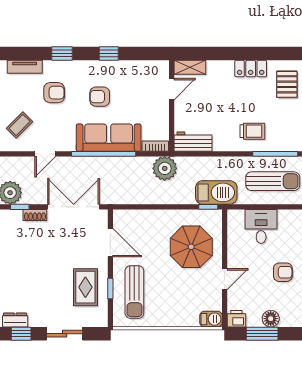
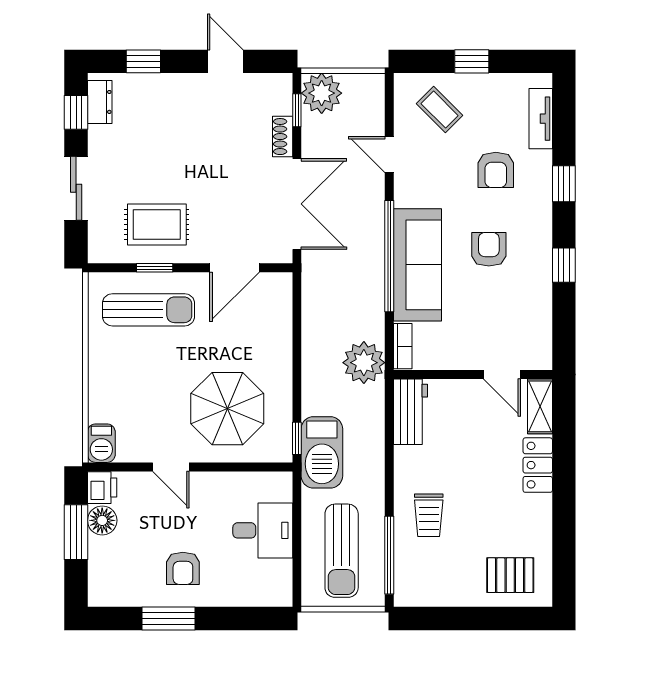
locker: (251, 69) -> (538, 465), moved
sun lounger: (134, 292) -> (149, 310), turned 180
floor lamp: (271, 319) -> (102, 520), moved

